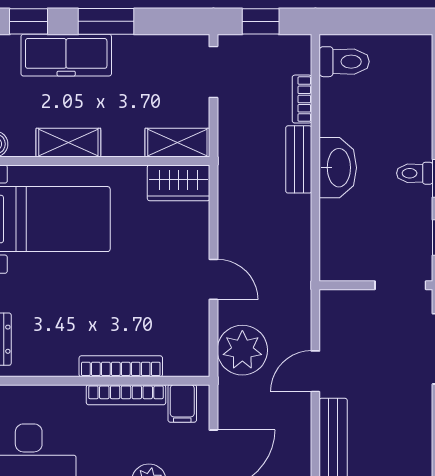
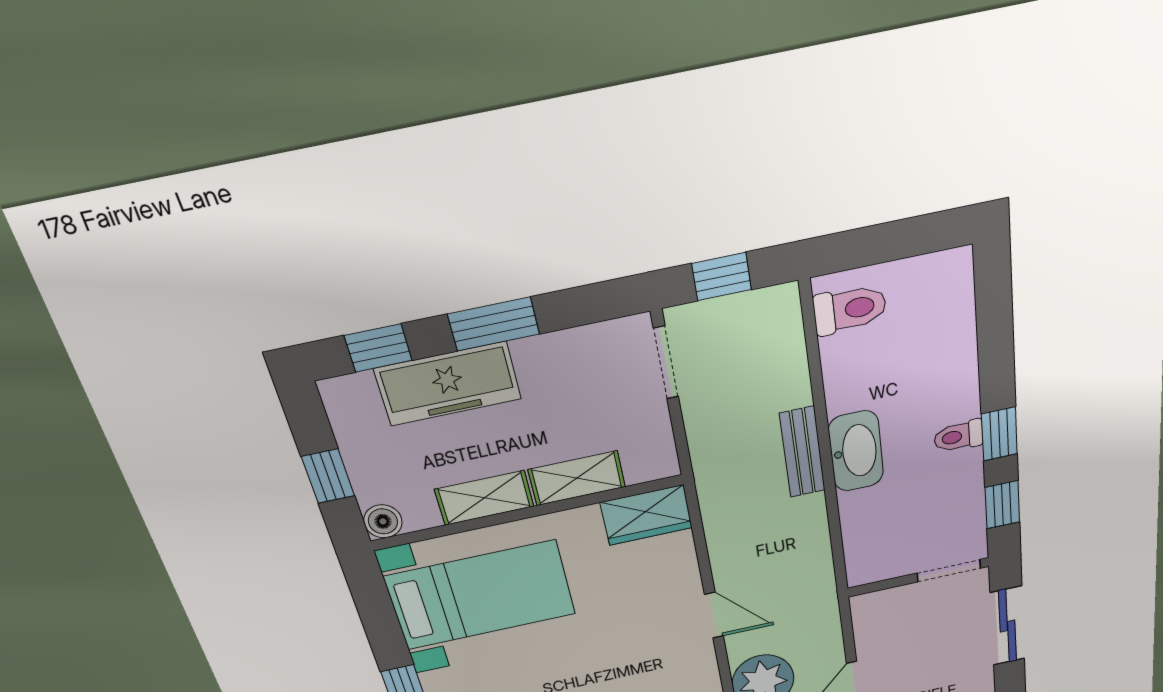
bookcase: (302, 99) -> (797, 373), removed
shelving: (177, 143) -> (577, 478), moved

